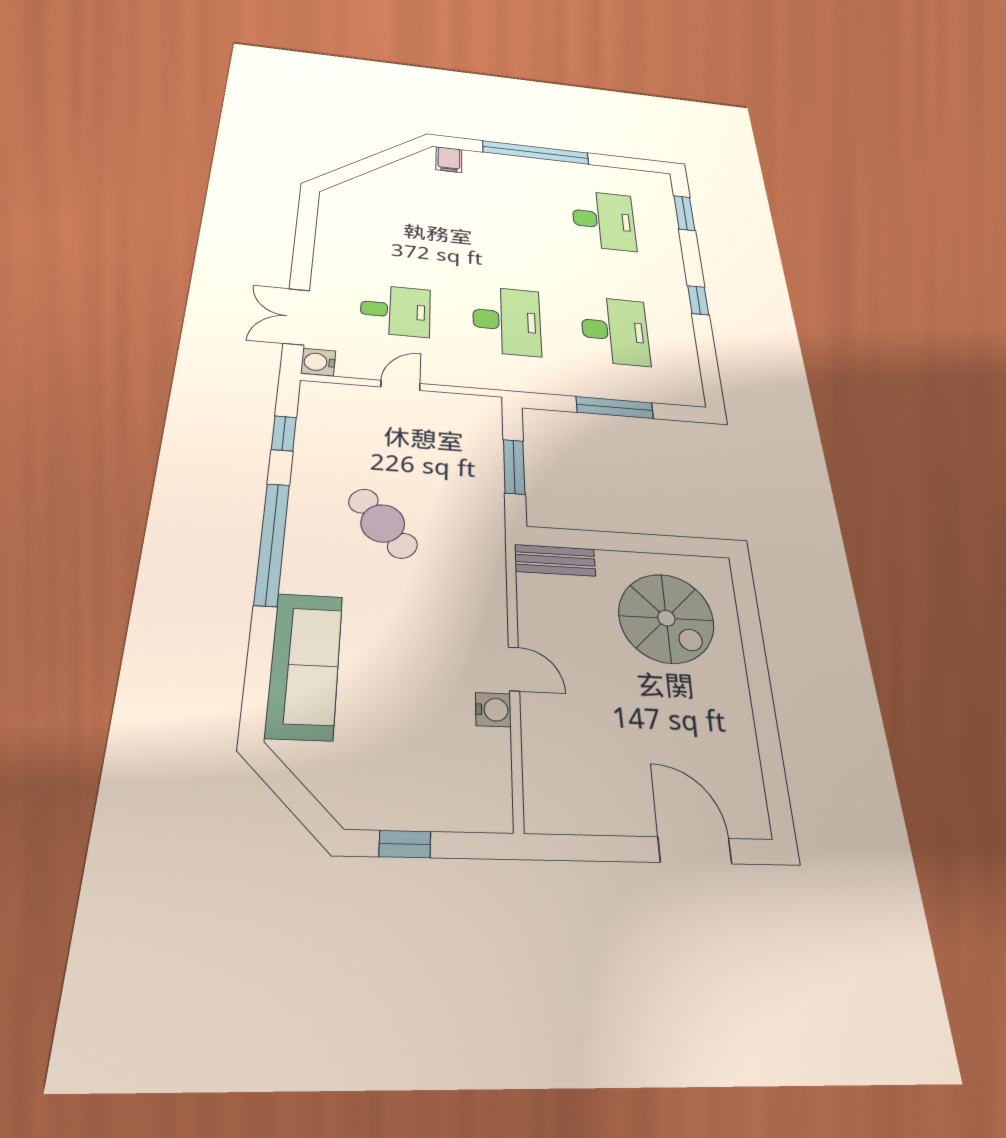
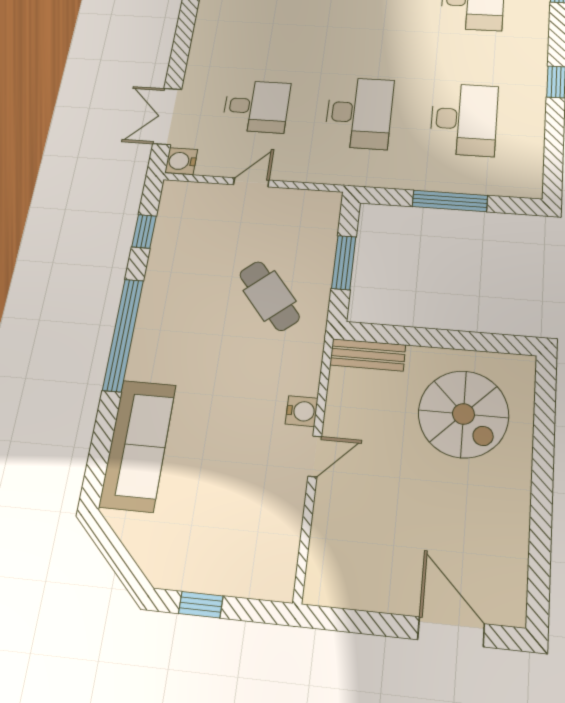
cafe table: (383, 523) -> (269, 296), moved
door: (514, 669) -> (315, 456), hinge flipped
water cooler: (493, 710) -> (302, 411), moved

